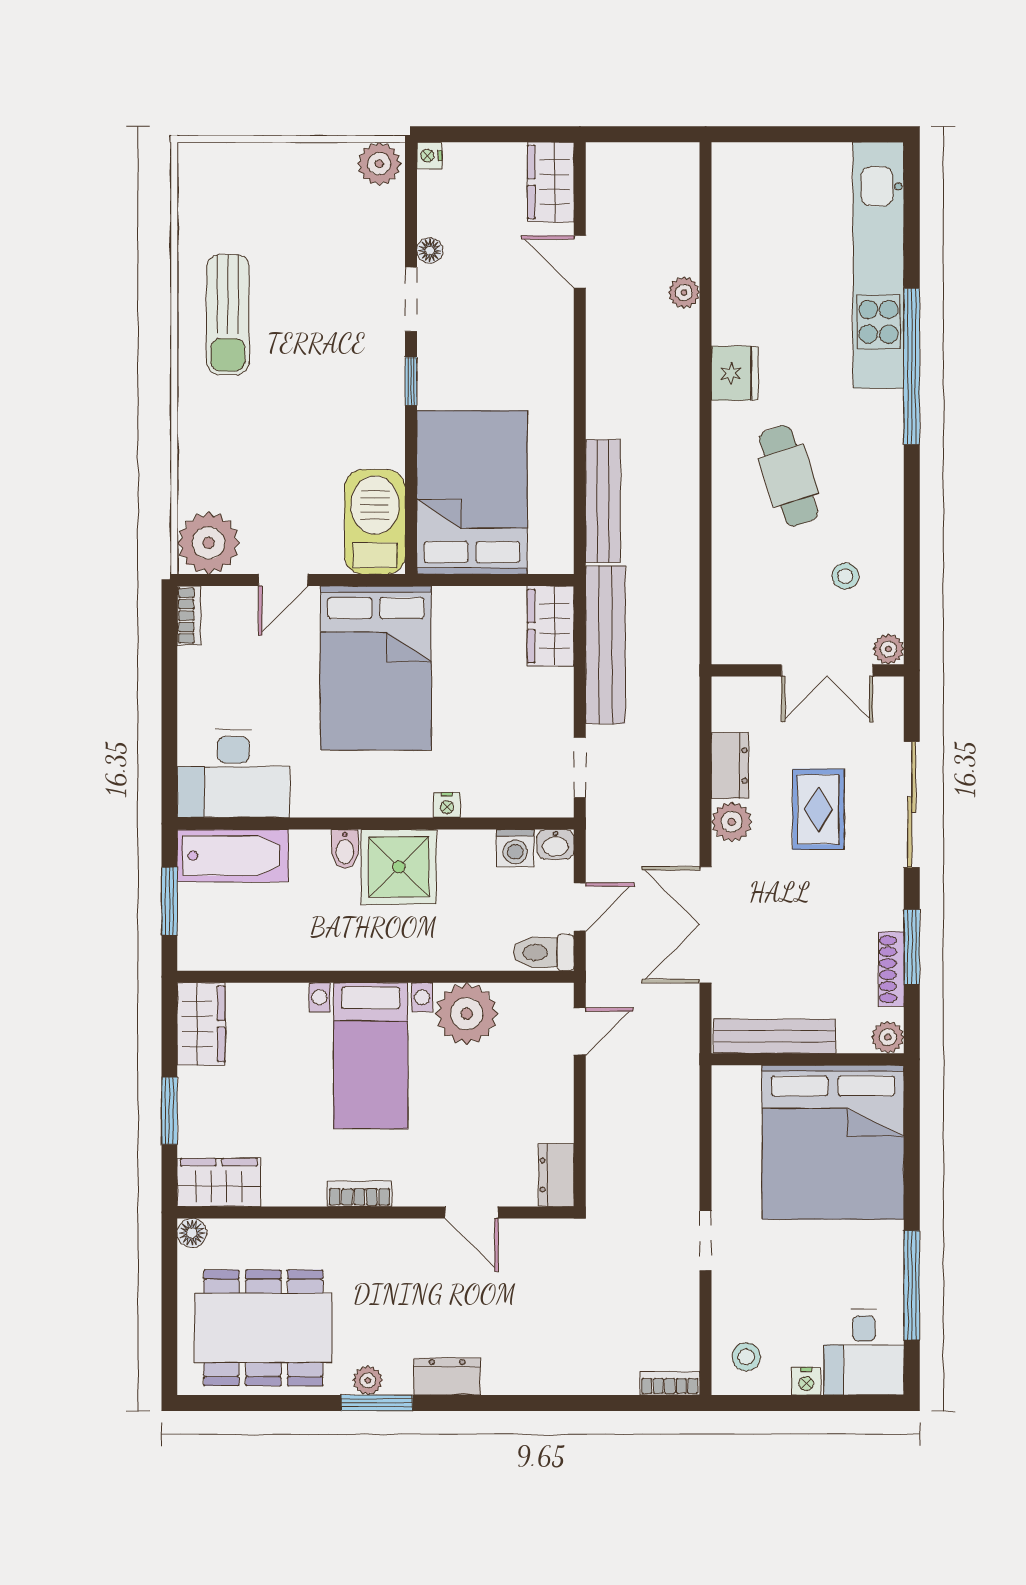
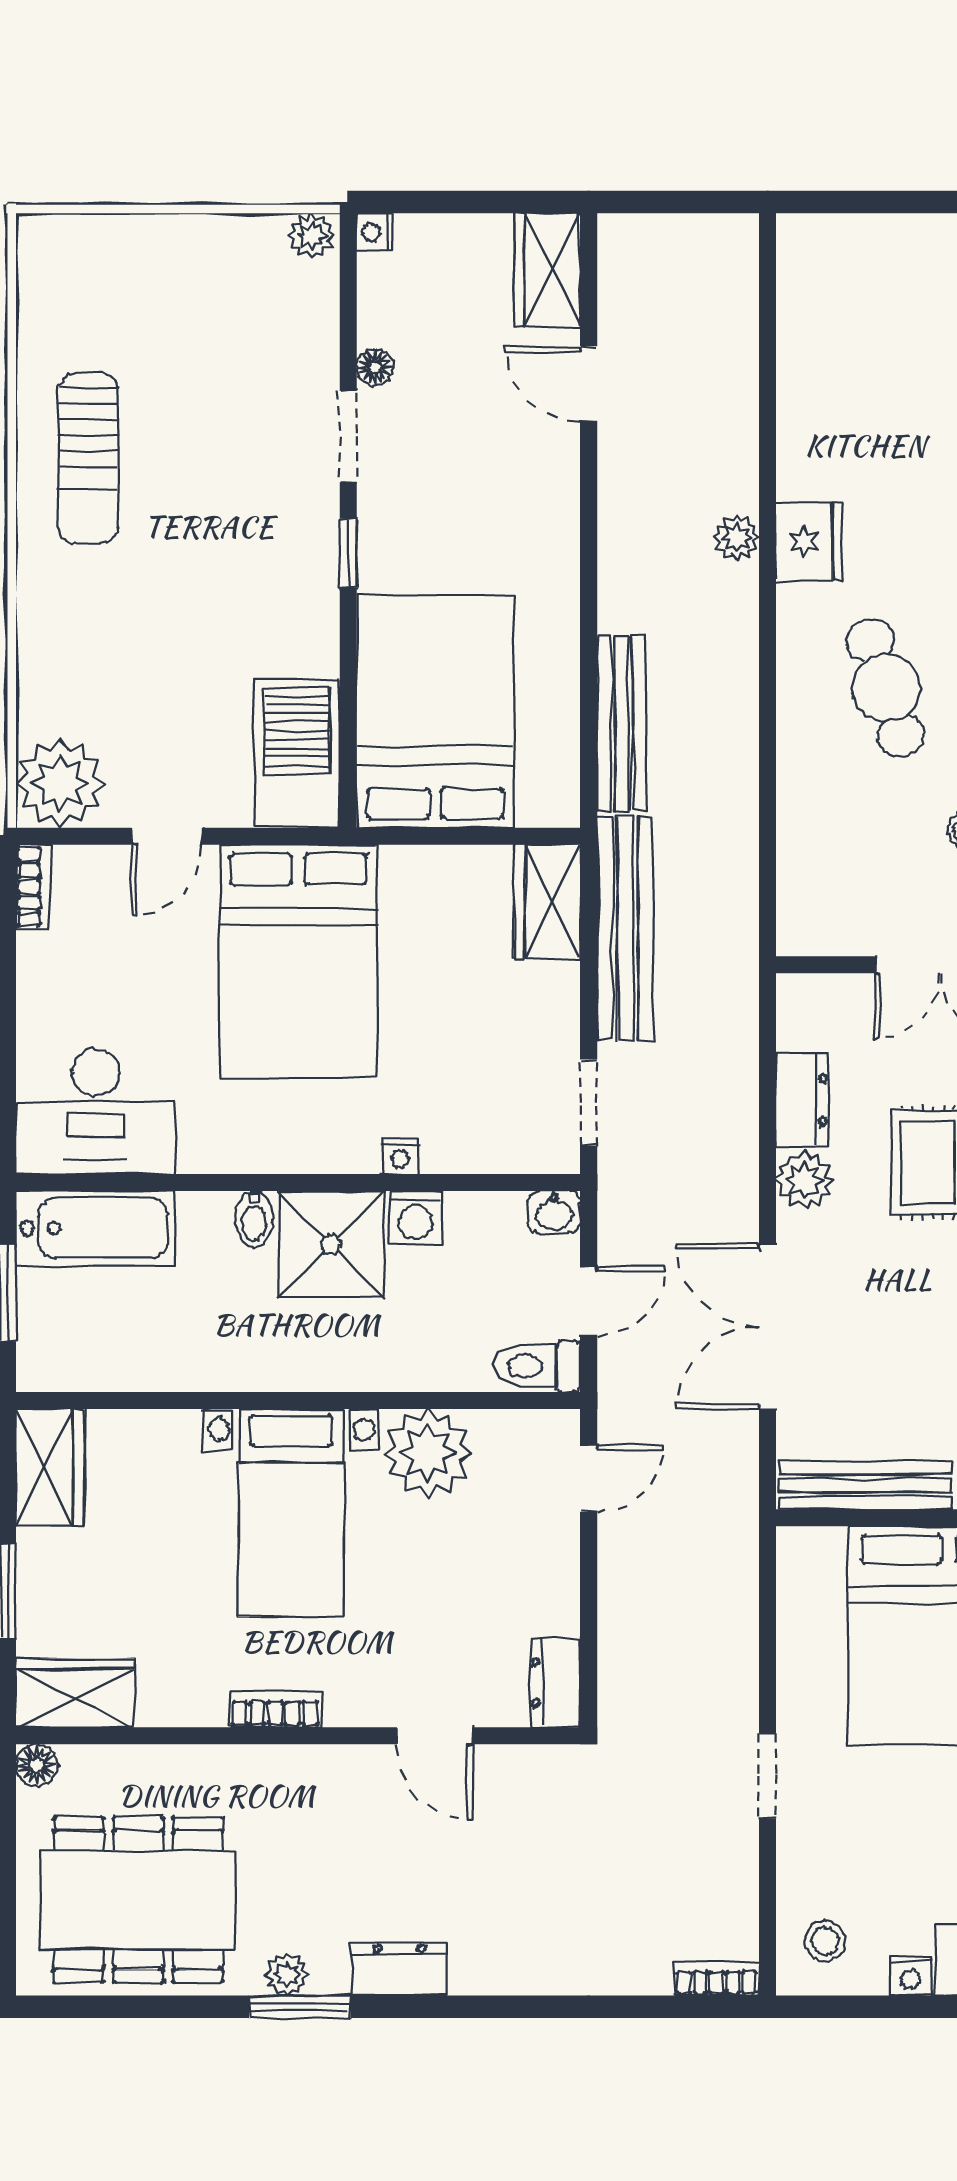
plant: (379, 164) -> (312, 236), width x0.73, depth x0.73
plant: (684, 292) -> (737, 538), moved
washing machine: (515, 848) -> (415, 1218), moved

